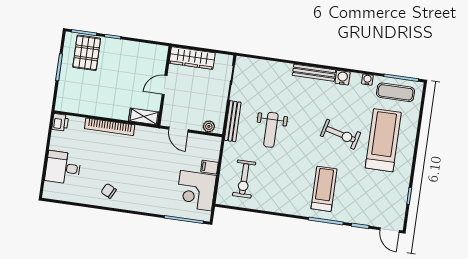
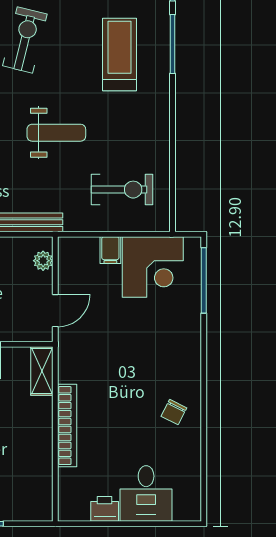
printer: (60, 122) -> (105, 509), moved
weight bench: (271, 130) -> (56, 133), moved
treadmill: (324, 189) -> (120, 55), turned 90

